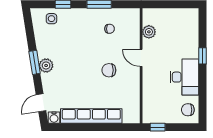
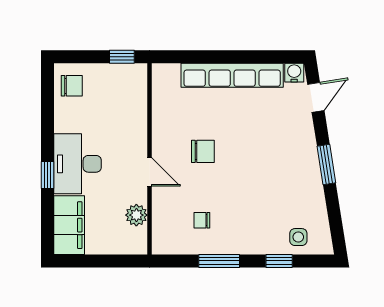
filing cabinet: (189, 26) -> (69, 225), added
plant: (46, 65) -> (307, 159), removed
desk: (184, 77) -> (78, 164), moved

